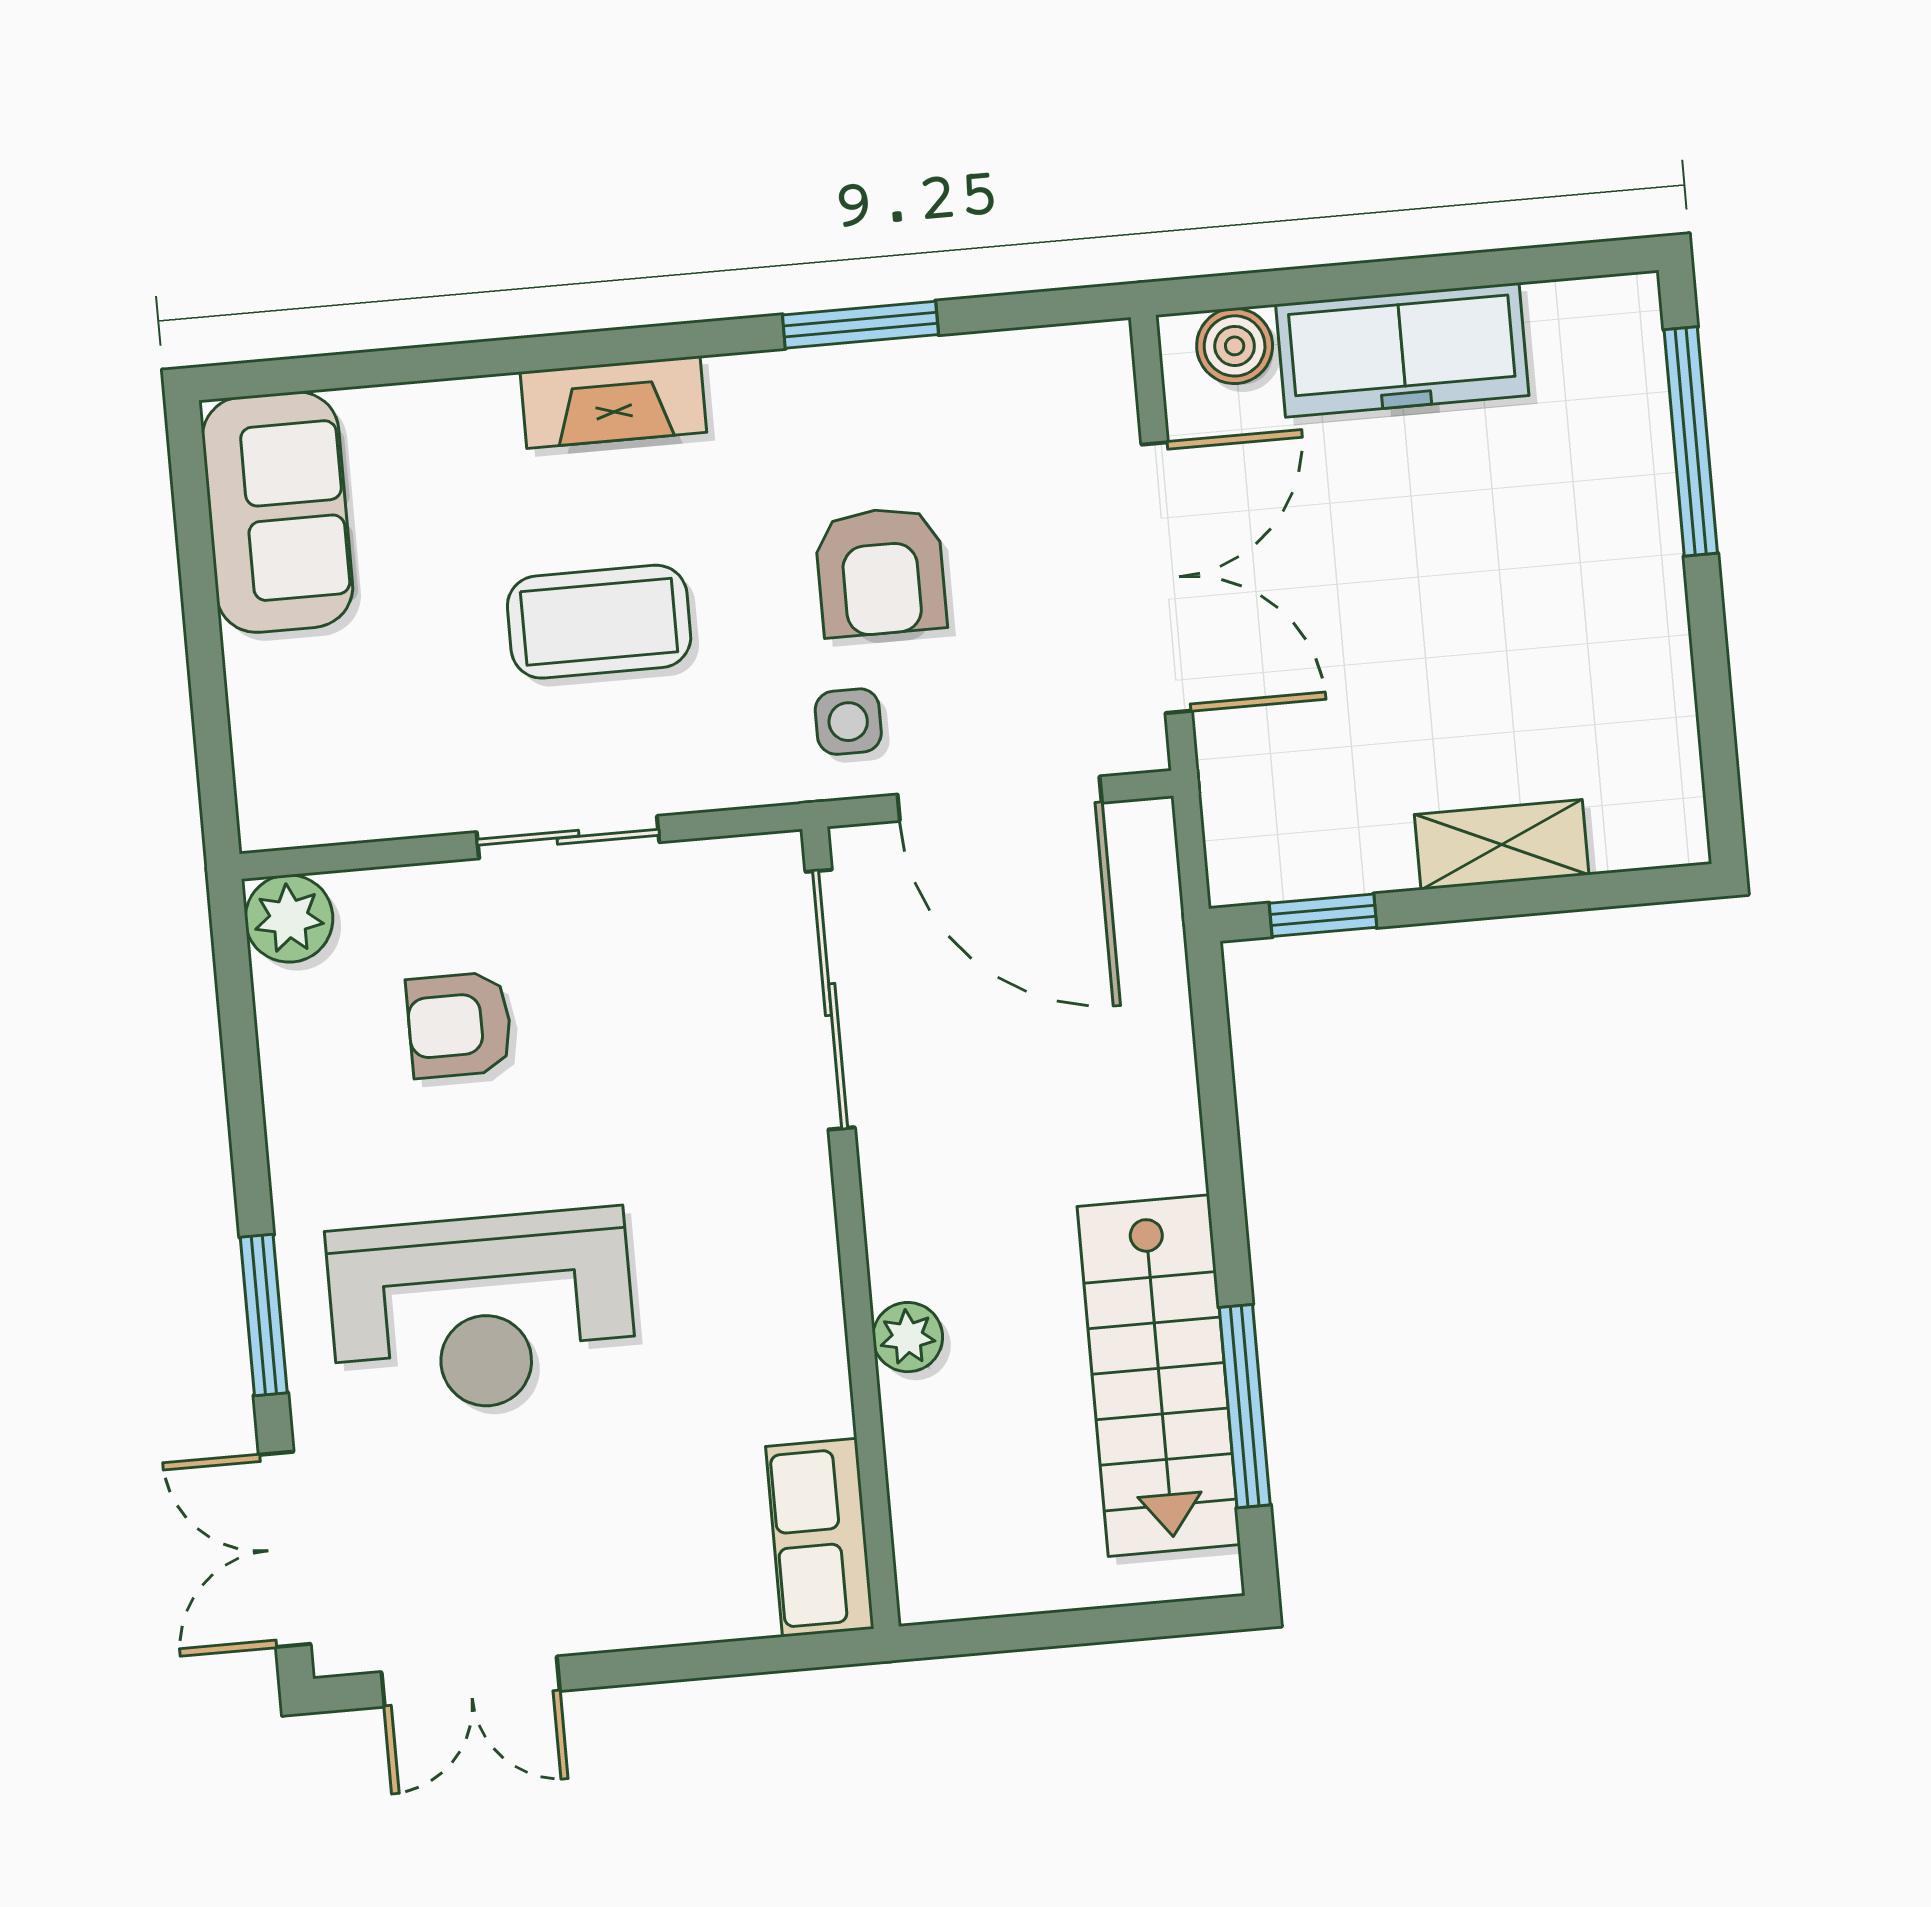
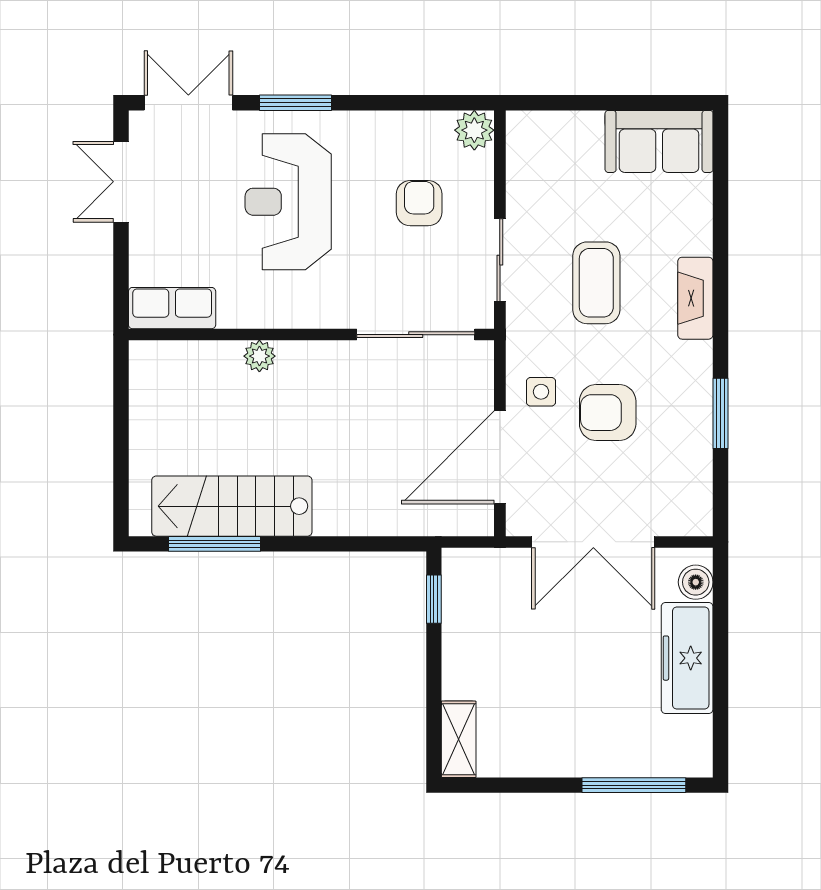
shelving: (1502, 845) -> (459, 739), moved
sliding door: (830, 1000) -> (416, 335), moved
wall: (850, 1228) -> (311, 335), moved
plant: (908, 1337) -> (259, 356), moved
row of seats: (820, 1538) -> (172, 308), moved

